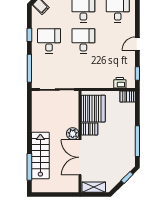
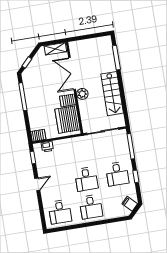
stairs: (40, 156) -> (112, 94), moved
double door: (80, 157) -> (72, 74), swing flipped

